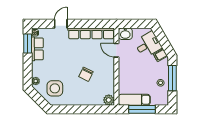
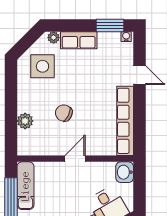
row of seats: (37, 49) -> (79, 40), moved
door: (116, 50) -> (75, 159), moved
plant: (109, 100) -> (25, 121), moved

